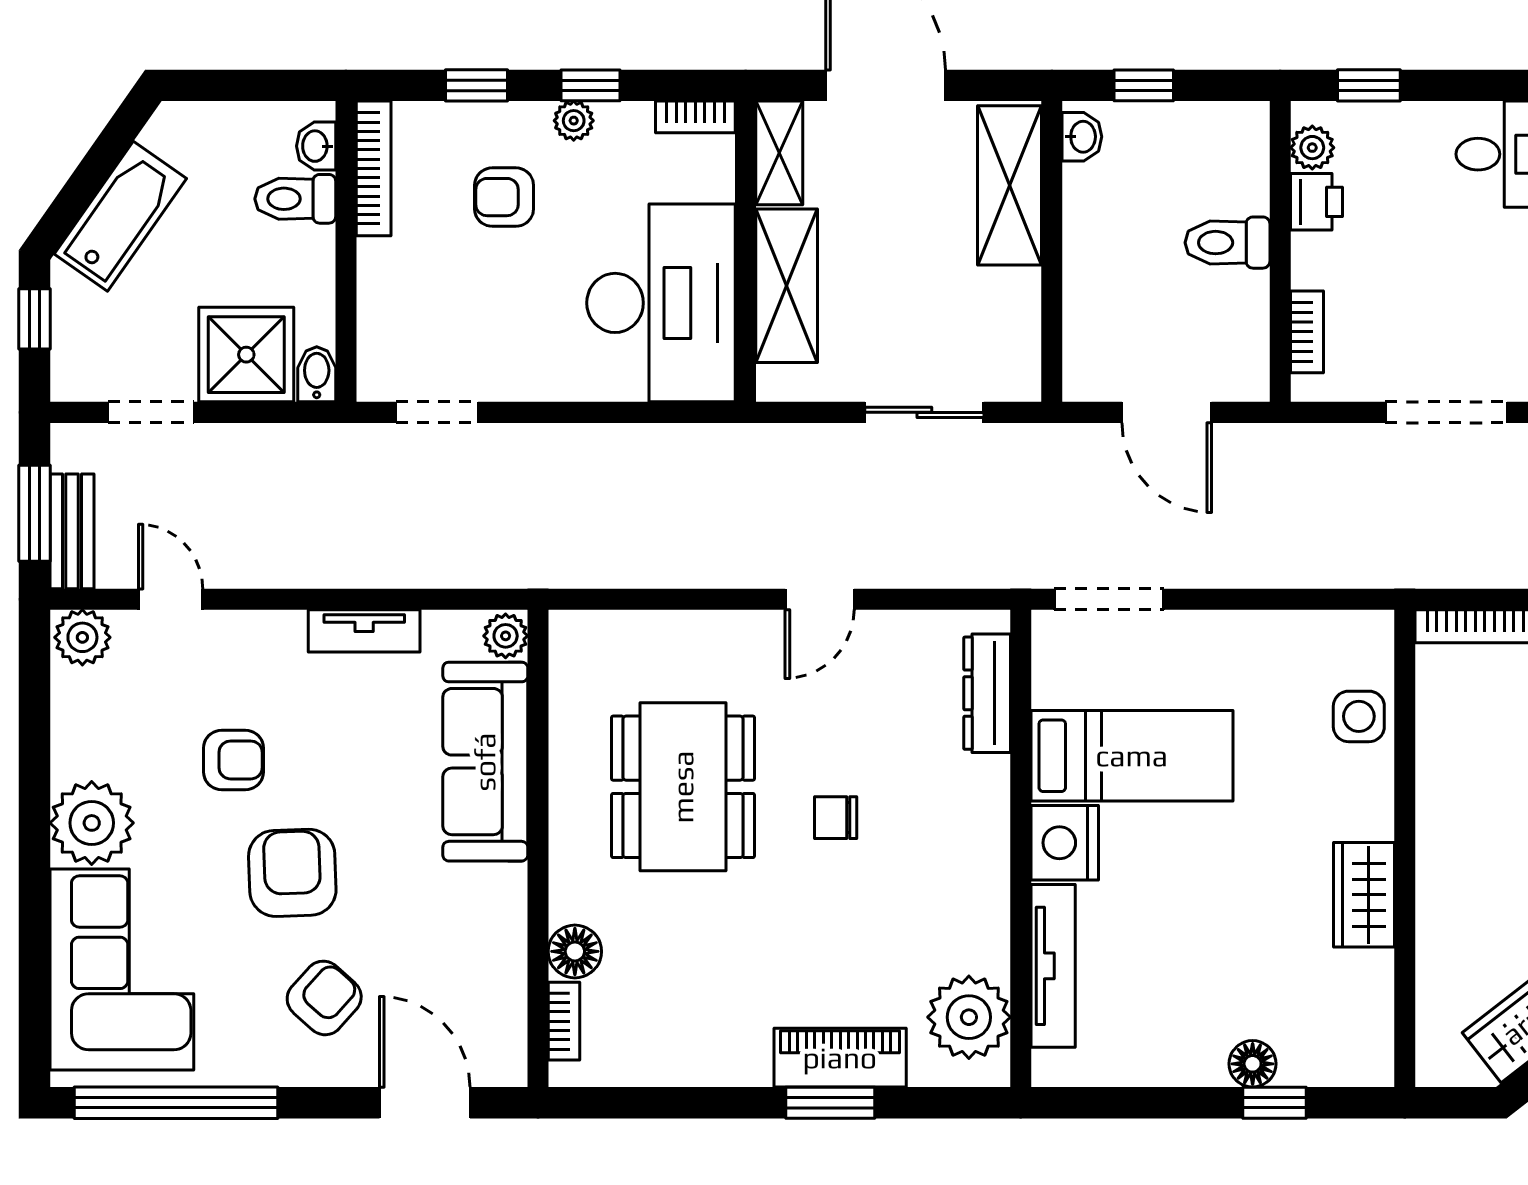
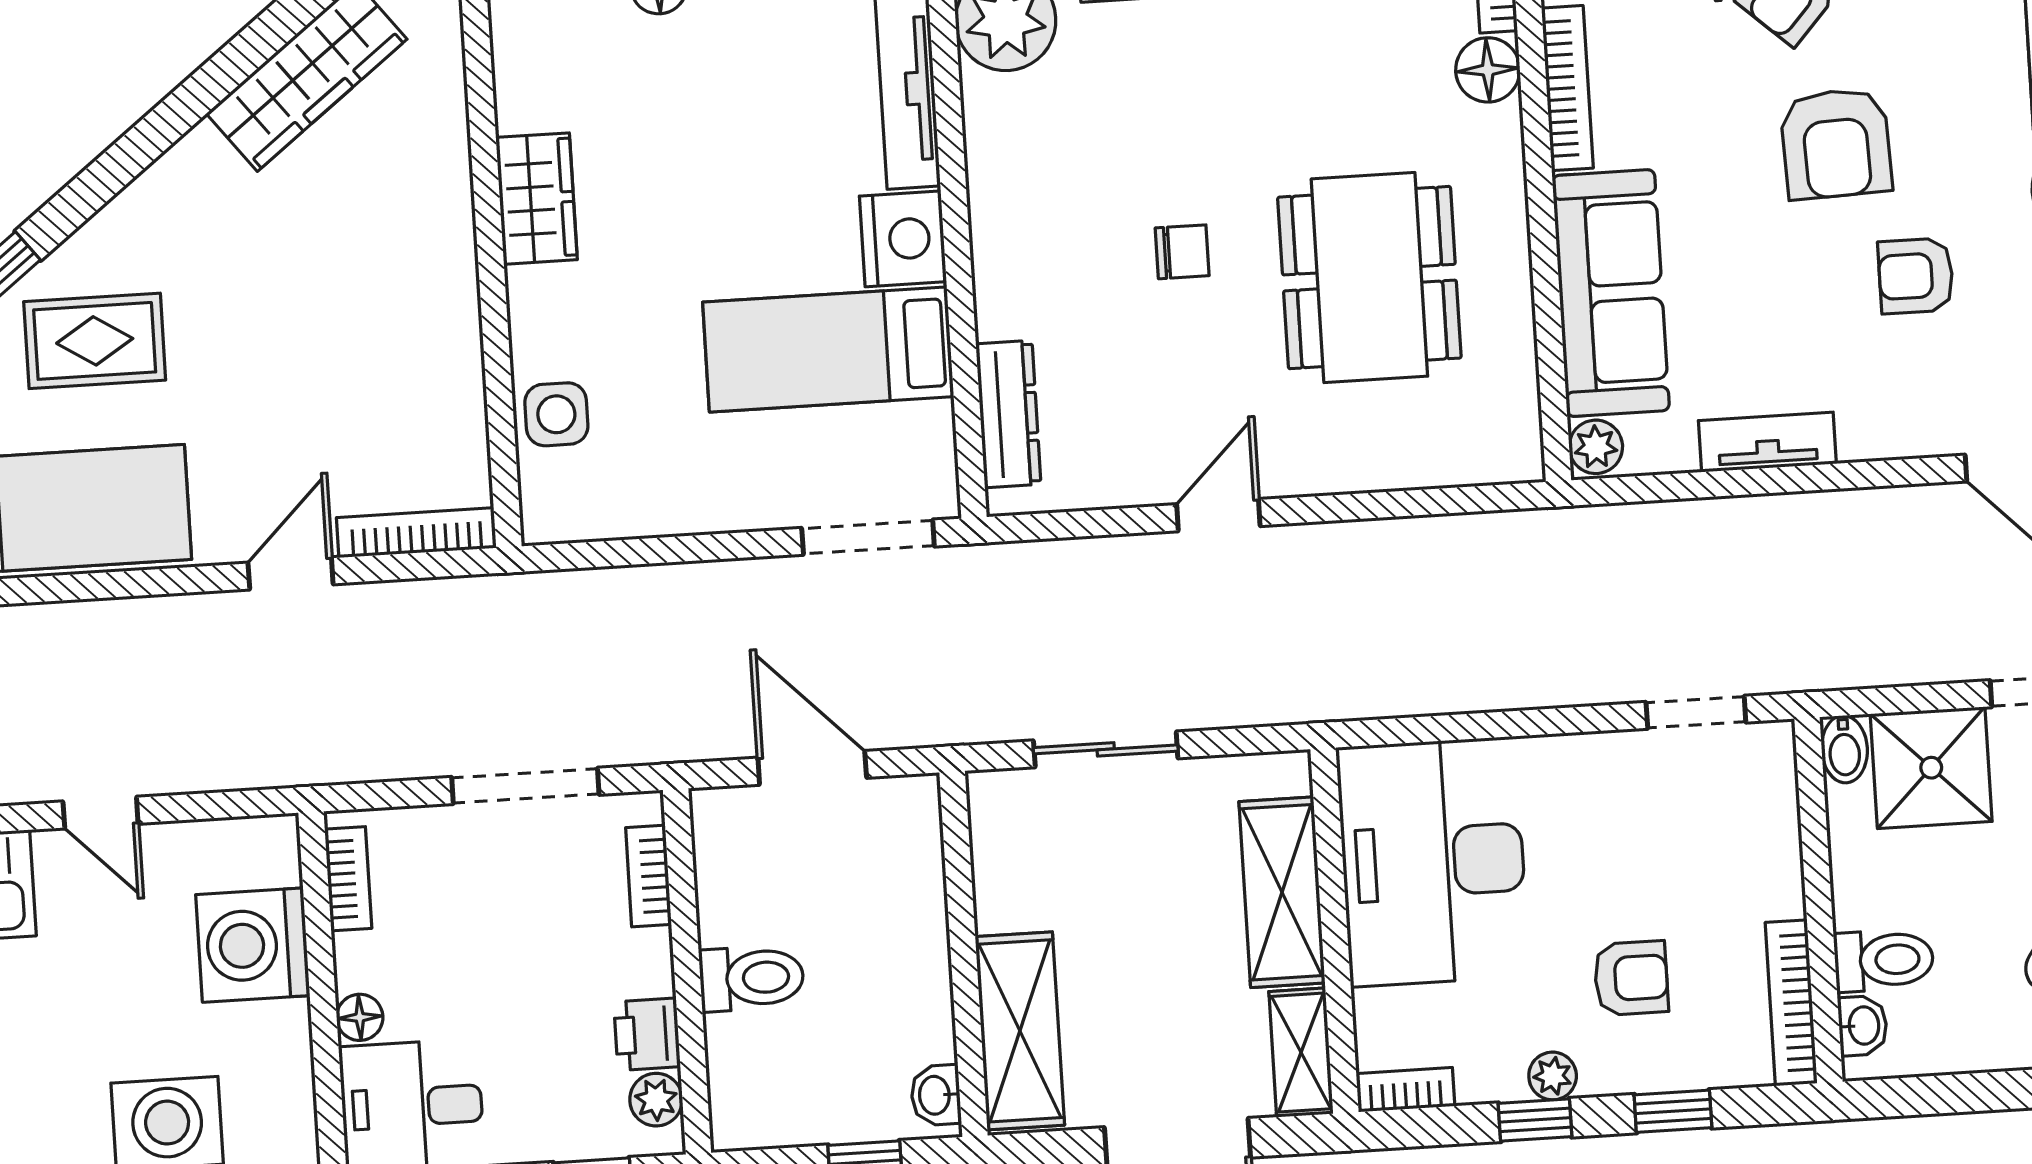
doorway: (1446, 412) -> (525, 786), moved
bookcase: (510, 932) -> (1567, 88), added

